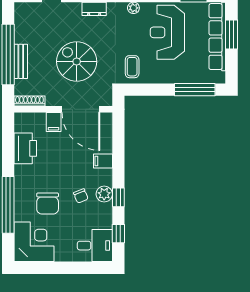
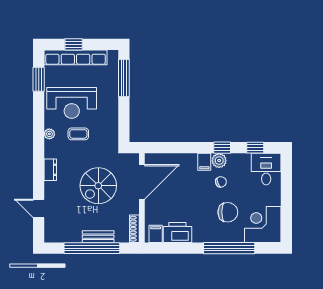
window: (231, 34) -> (74, 44), width x0.67
coffee table: (132, 67) -> (78, 134), moved
filing cabinet: (54, 122) -> (156, 234), moved, turned -90
filing cabinet: (103, 161) -> (204, 162), moved

